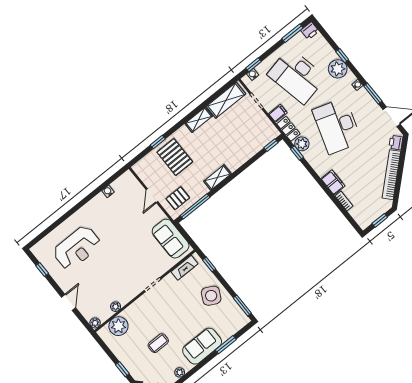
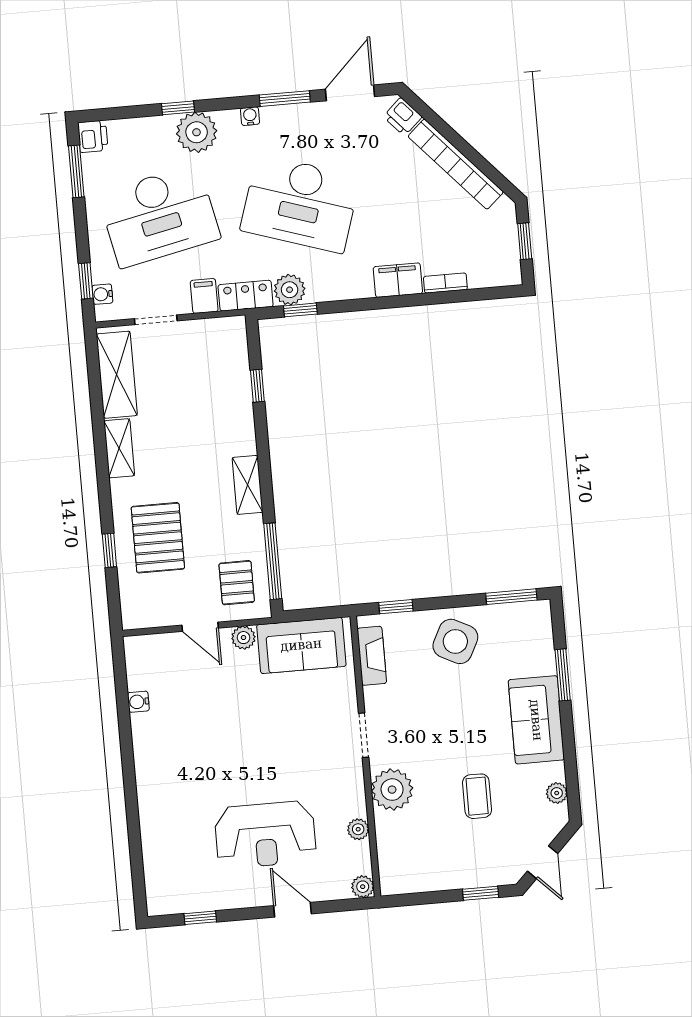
window: (271, 145) -> (257, 386), moved
pallet: (175, 157) -> (158, 538), turned 90
plant: (159, 215) -> (244, 638), added
reception desk: (77, 248) -> (265, 835), moved, turned 90
plant: (118, 326) -> (392, 790), moved

